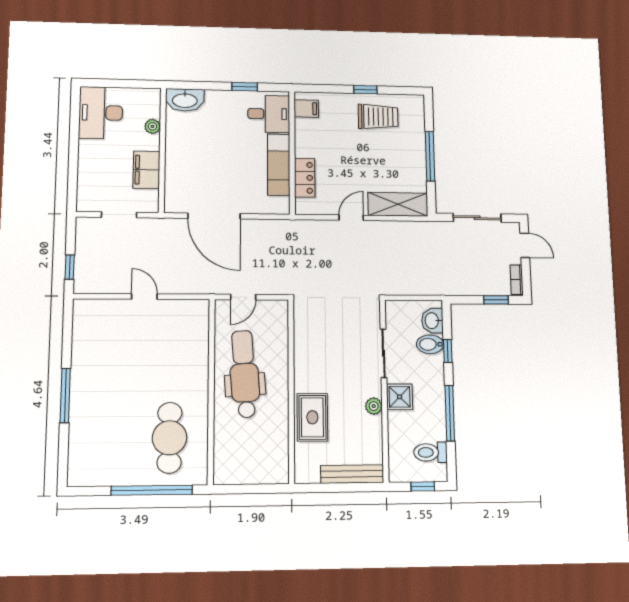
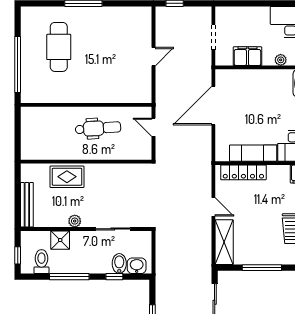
locker: (305, 178) -> (243, 172), width x1.53
dental chair: (244, 374) -> (98, 128), width x0.73, depth x0.72
shower: (400, 397) -> (60, 240), moved
cafe table: (169, 438) -> (59, 47), moved, turned 90

